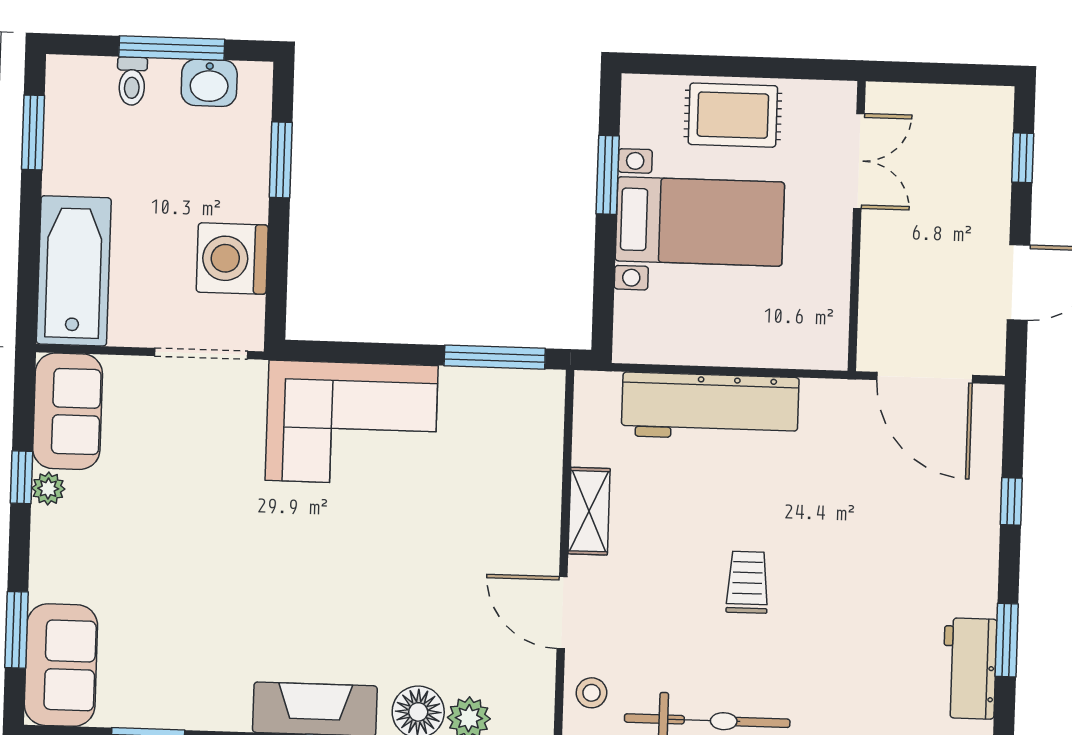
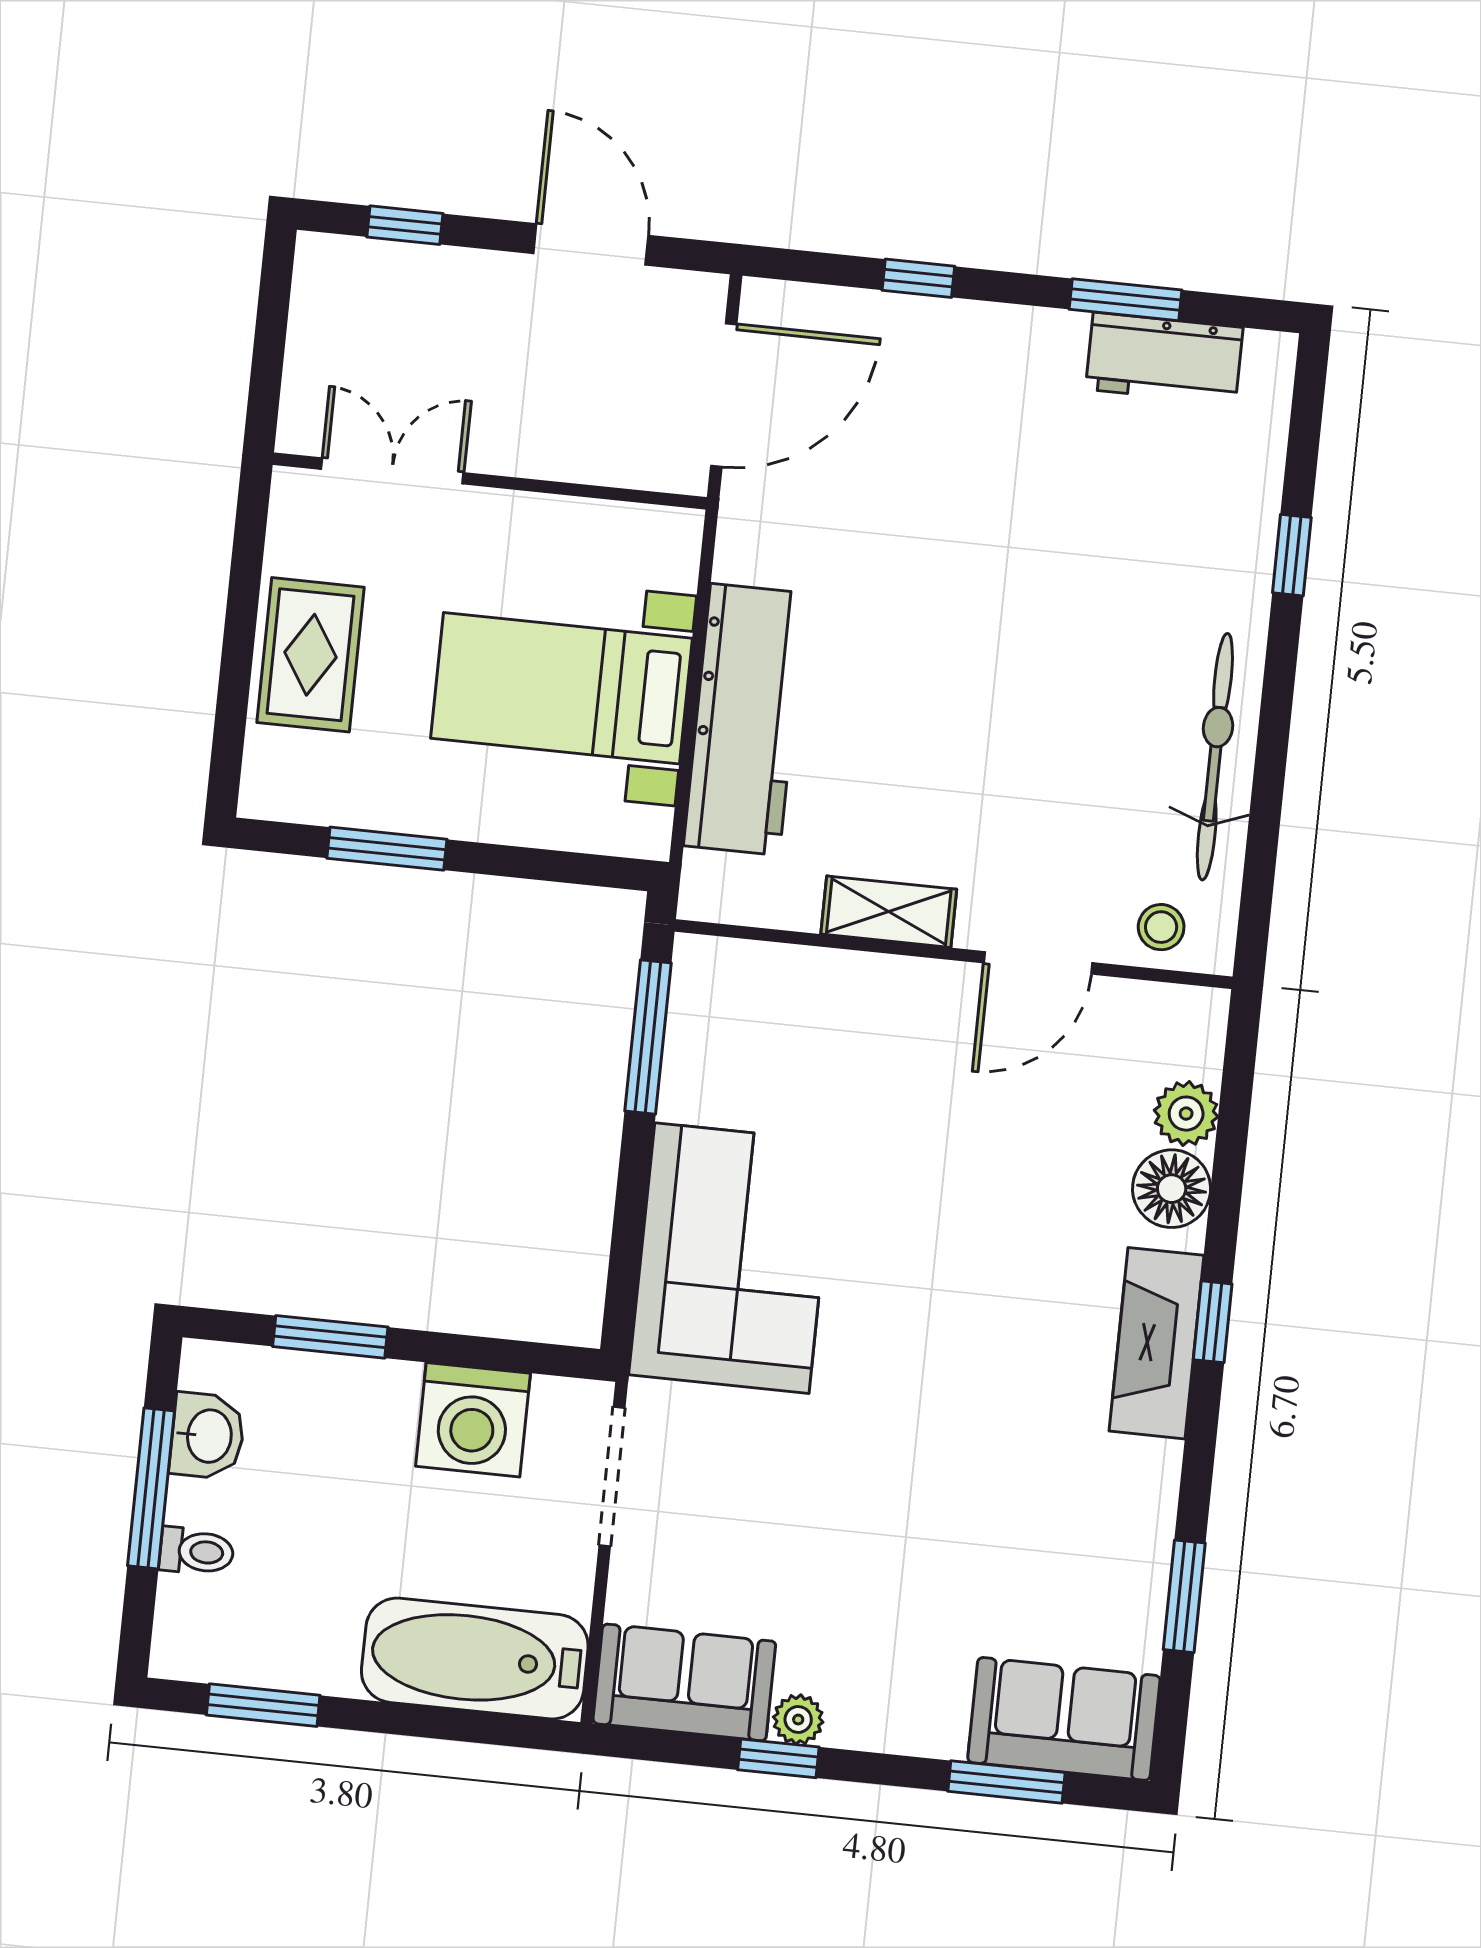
bed with nightstands: (700, 221) -> (561, 688), moved, turned -90
trolley: (747, 582) -> (1012, 682), removed

